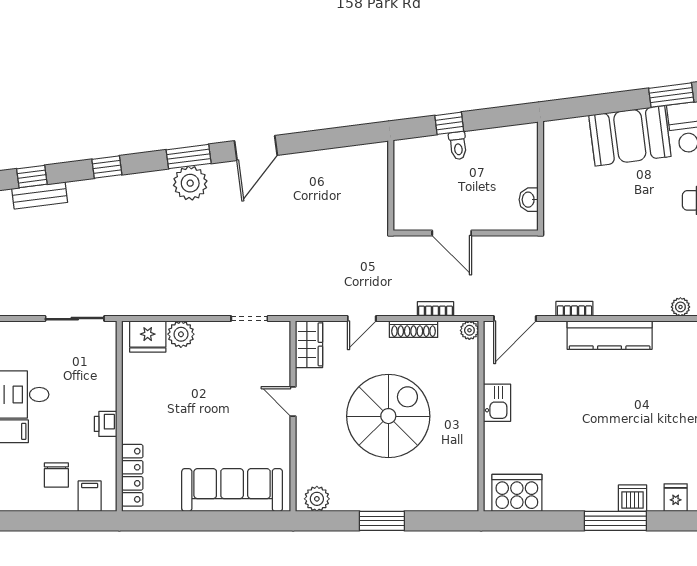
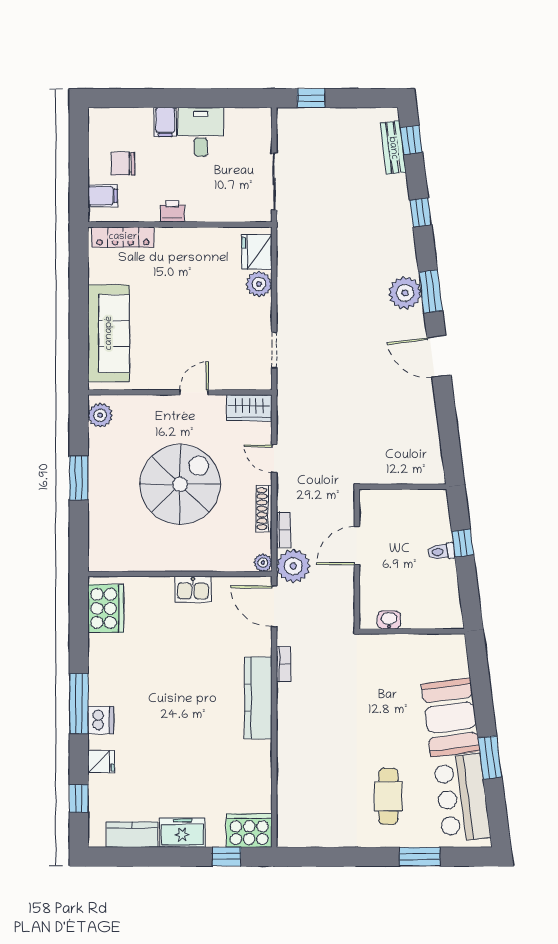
plant: (680, 307) -> (293, 566), moved, width x1.88, depth x1.88
spiral stairs: (388, 416) -> (180, 484), turned -90

